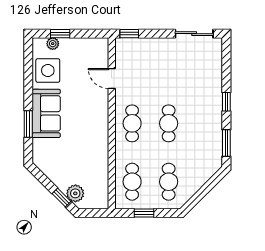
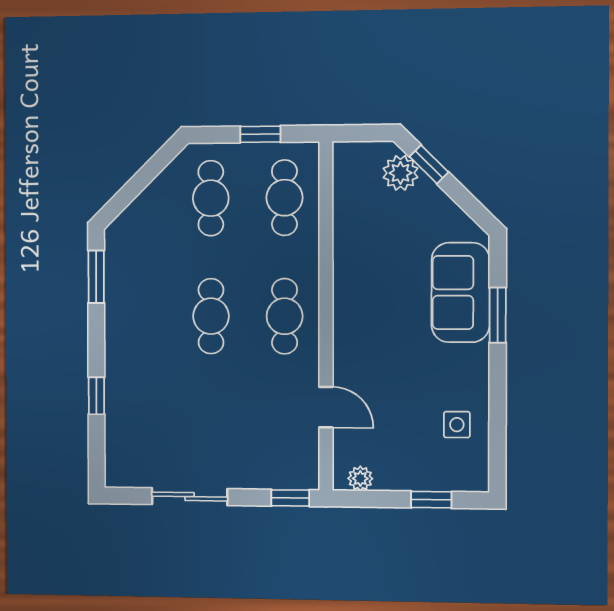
sliding door: (194, 34) -> (190, 497), moved
plant: (53, 44) -> (360, 478), moved
side table: (48, 71) -> (457, 425), width x0.54, depth x0.54
window: (226, 102) -> (96, 396), moved
sofa: (46, 113) -> (460, 292), moved

